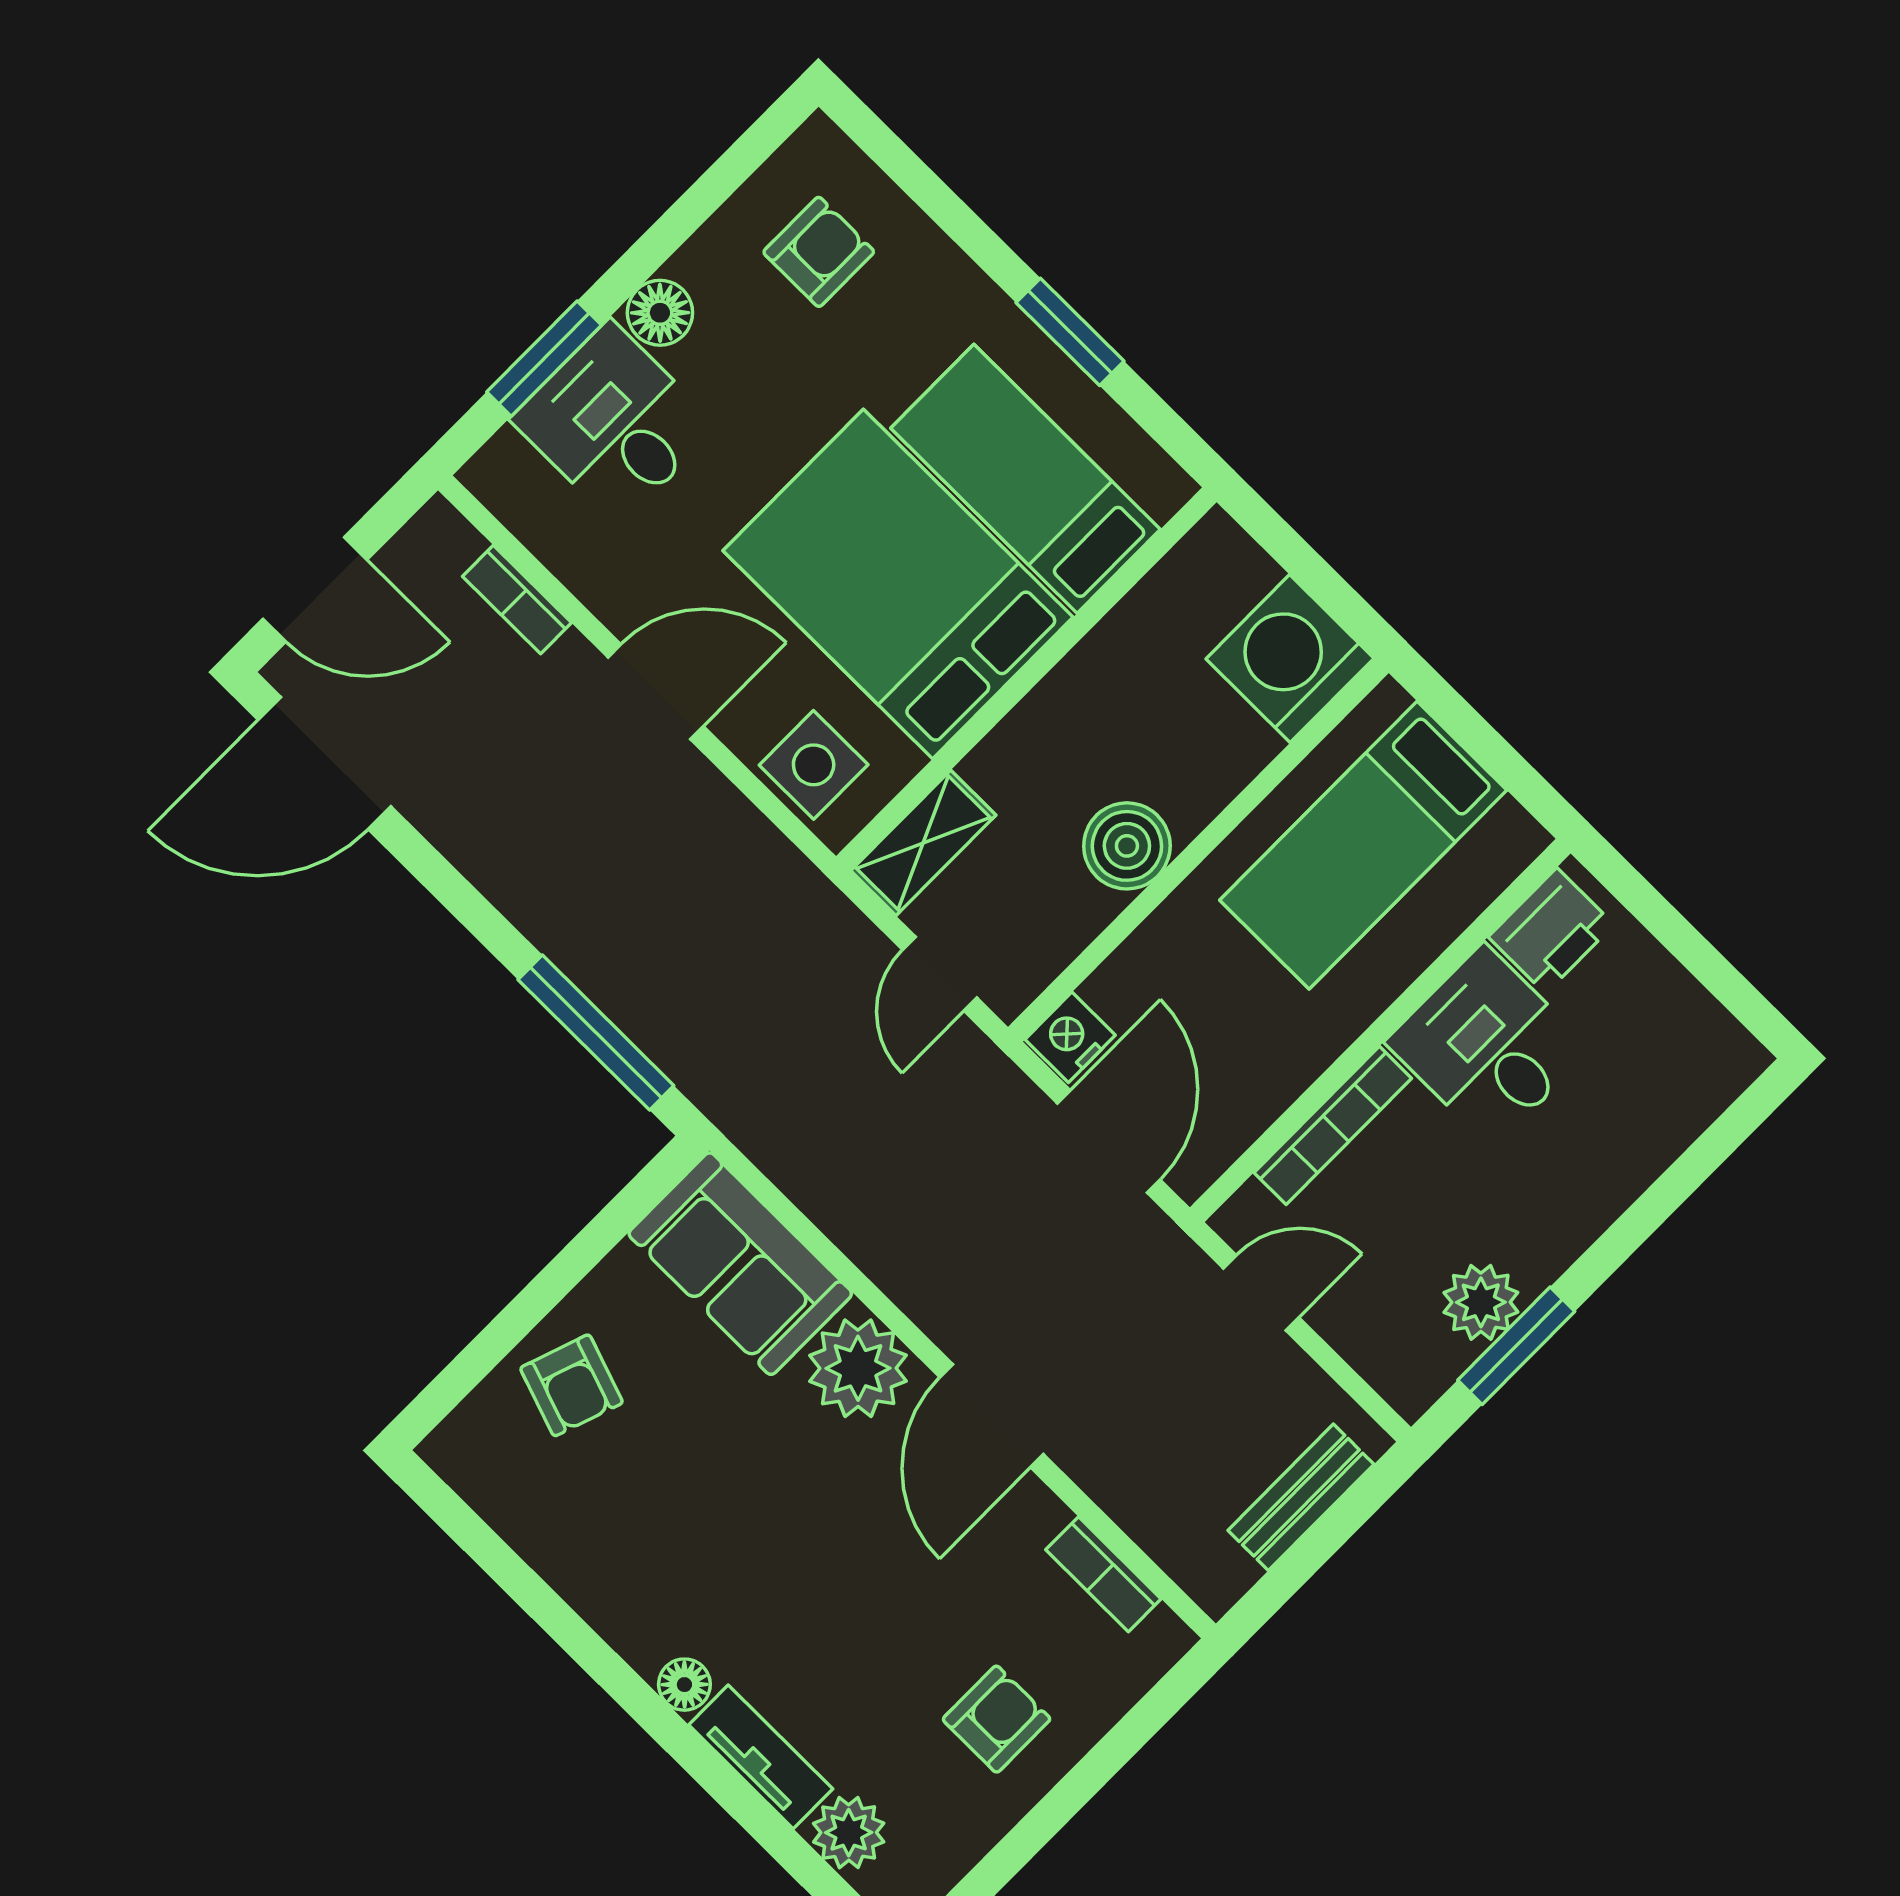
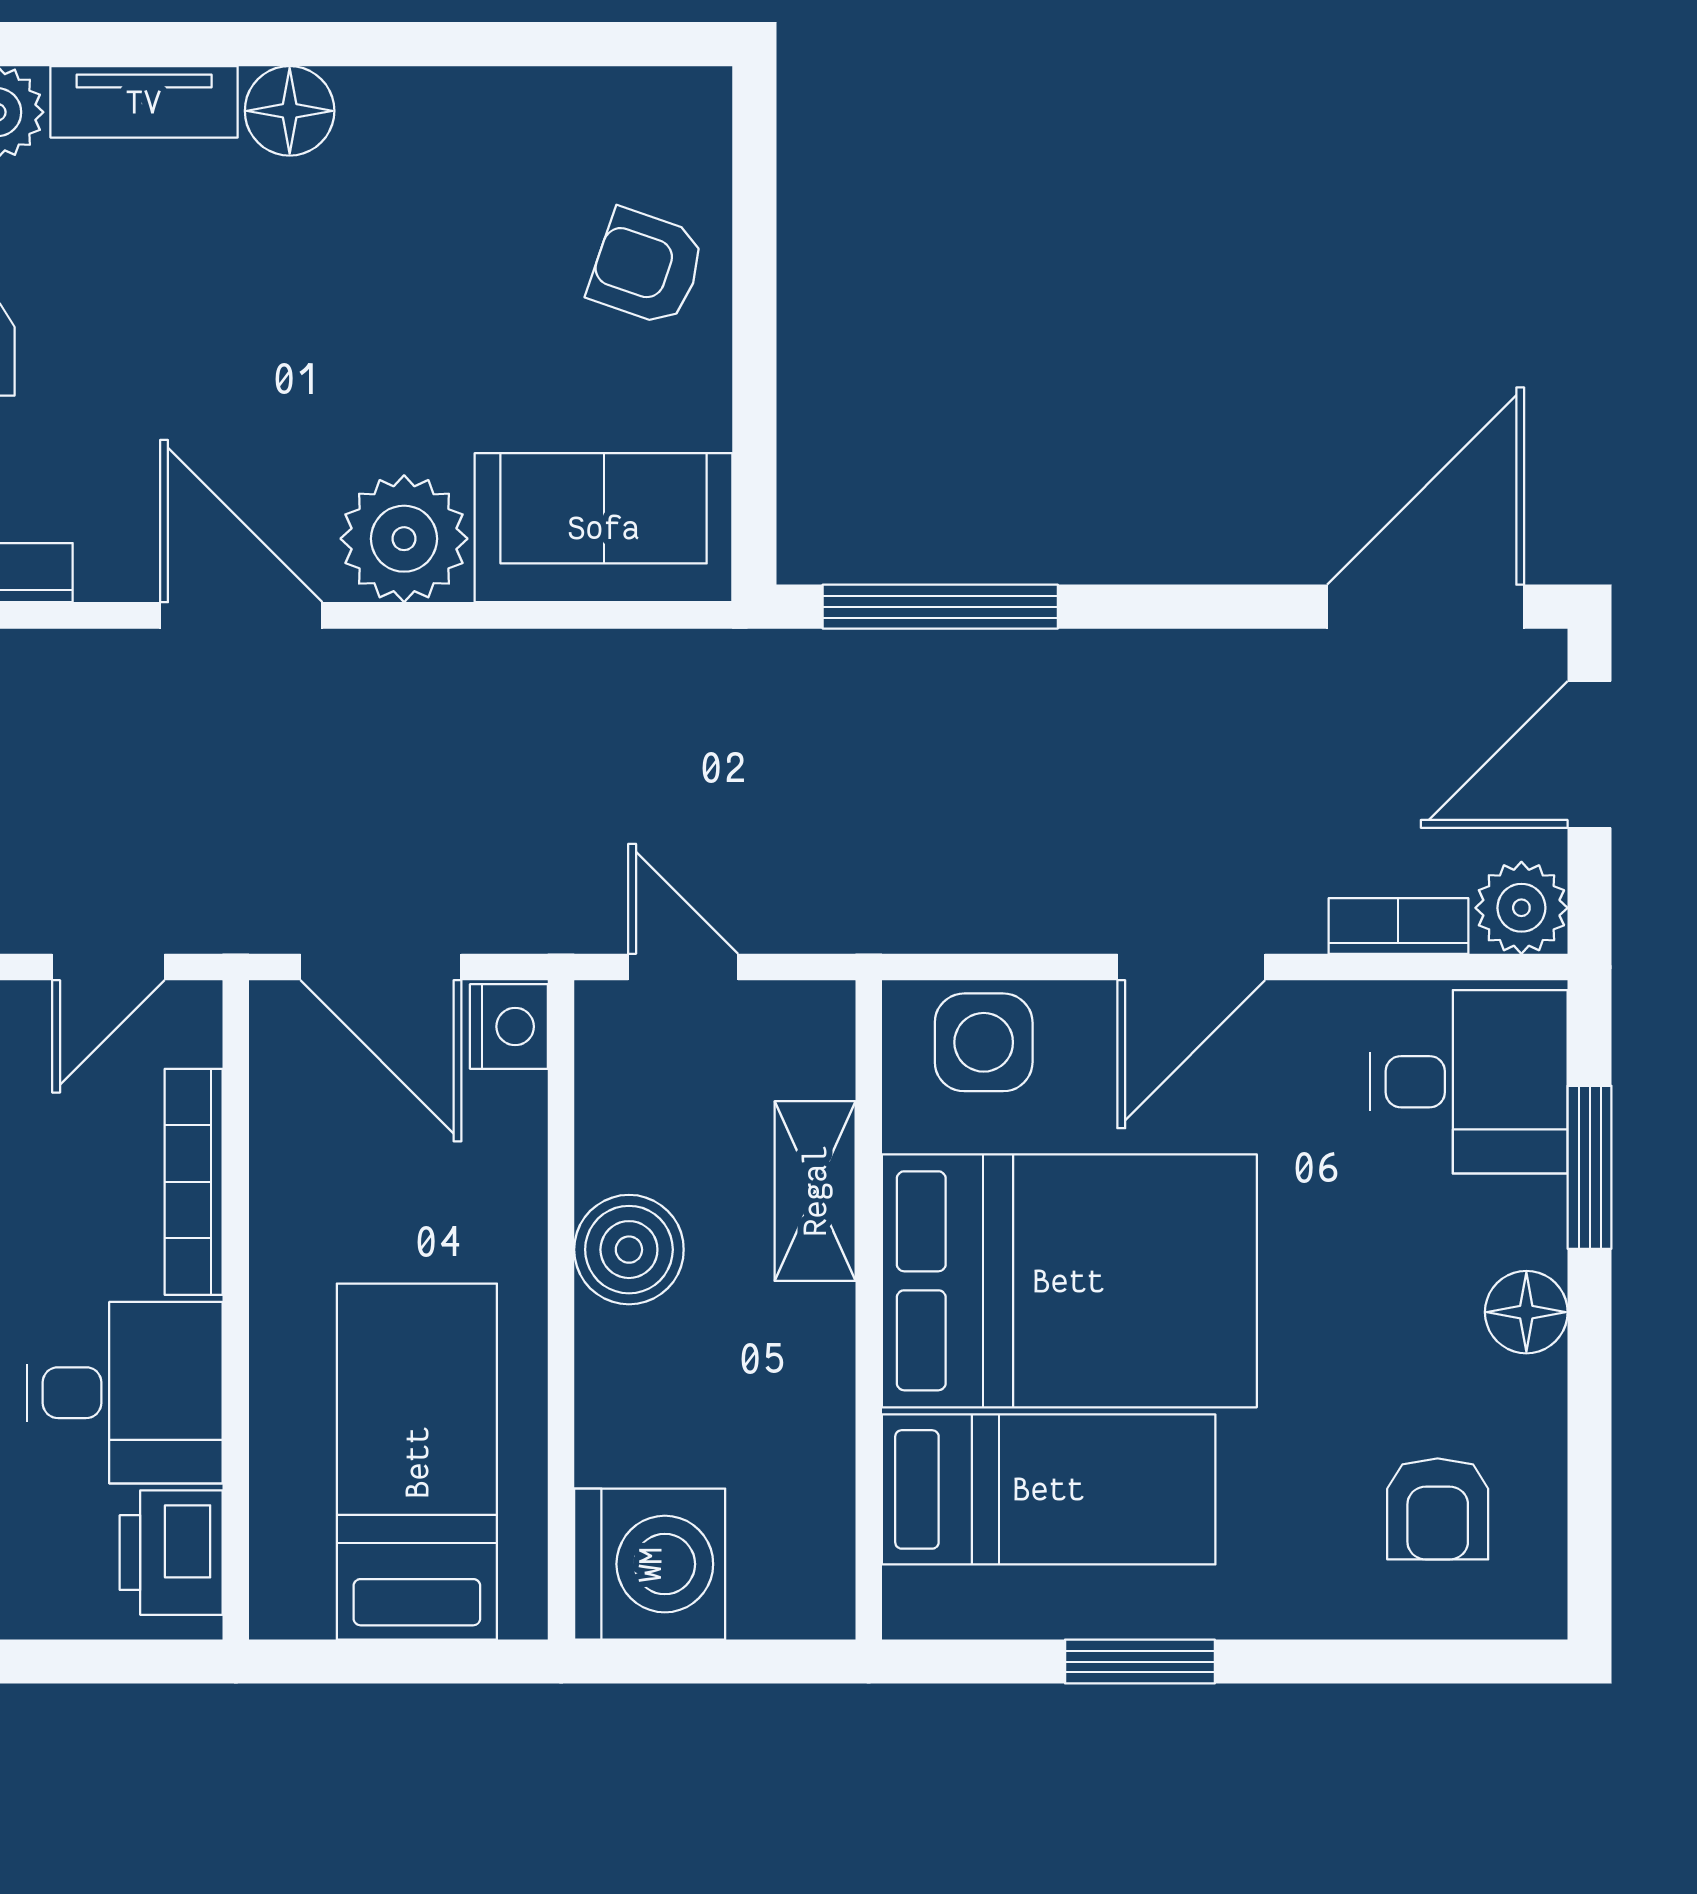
desk: (614, 423) -> (1469, 1082), moved
plant: (438, 541) -> (1521, 908), added
shelving: (923, 843) -> (815, 1191), moved
floor lamp: (684, 1685) -> (290, 111), width x1.37, depth x1.37

